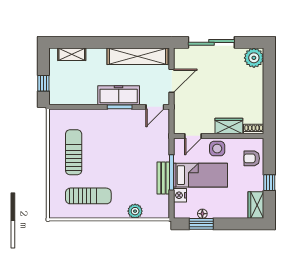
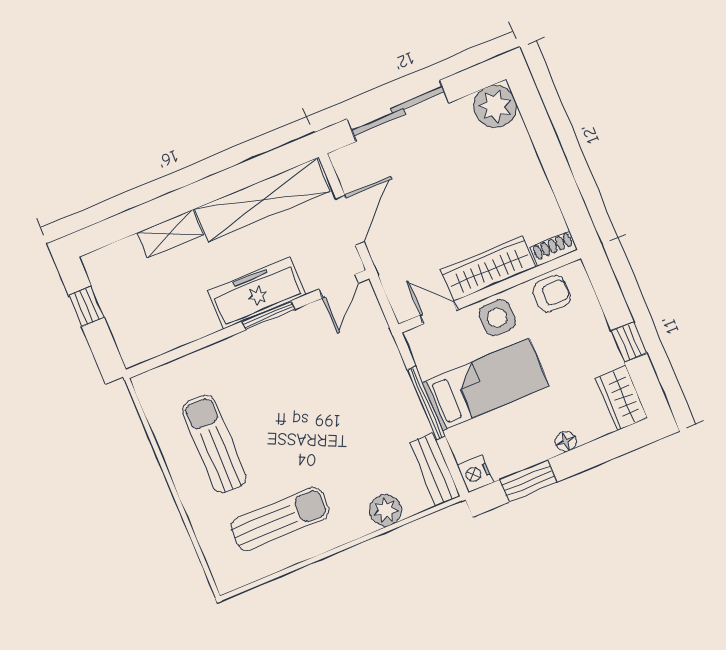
shelving: (72, 54) -> (170, 234), moved
window: (43, 83) -> (86, 306), moved
wardrobe: (229, 126) -> (488, 269), width x1.50
door: (193, 136) -> (438, 313), swing flipped
armchair: (252, 158) -> (552, 294), moved, turned 180
bench: (163, 178) -> (435, 469), moved
nightstand: (180, 195) -> (475, 474), moved
floor lamp: (202, 214) -> (566, 441), moved

